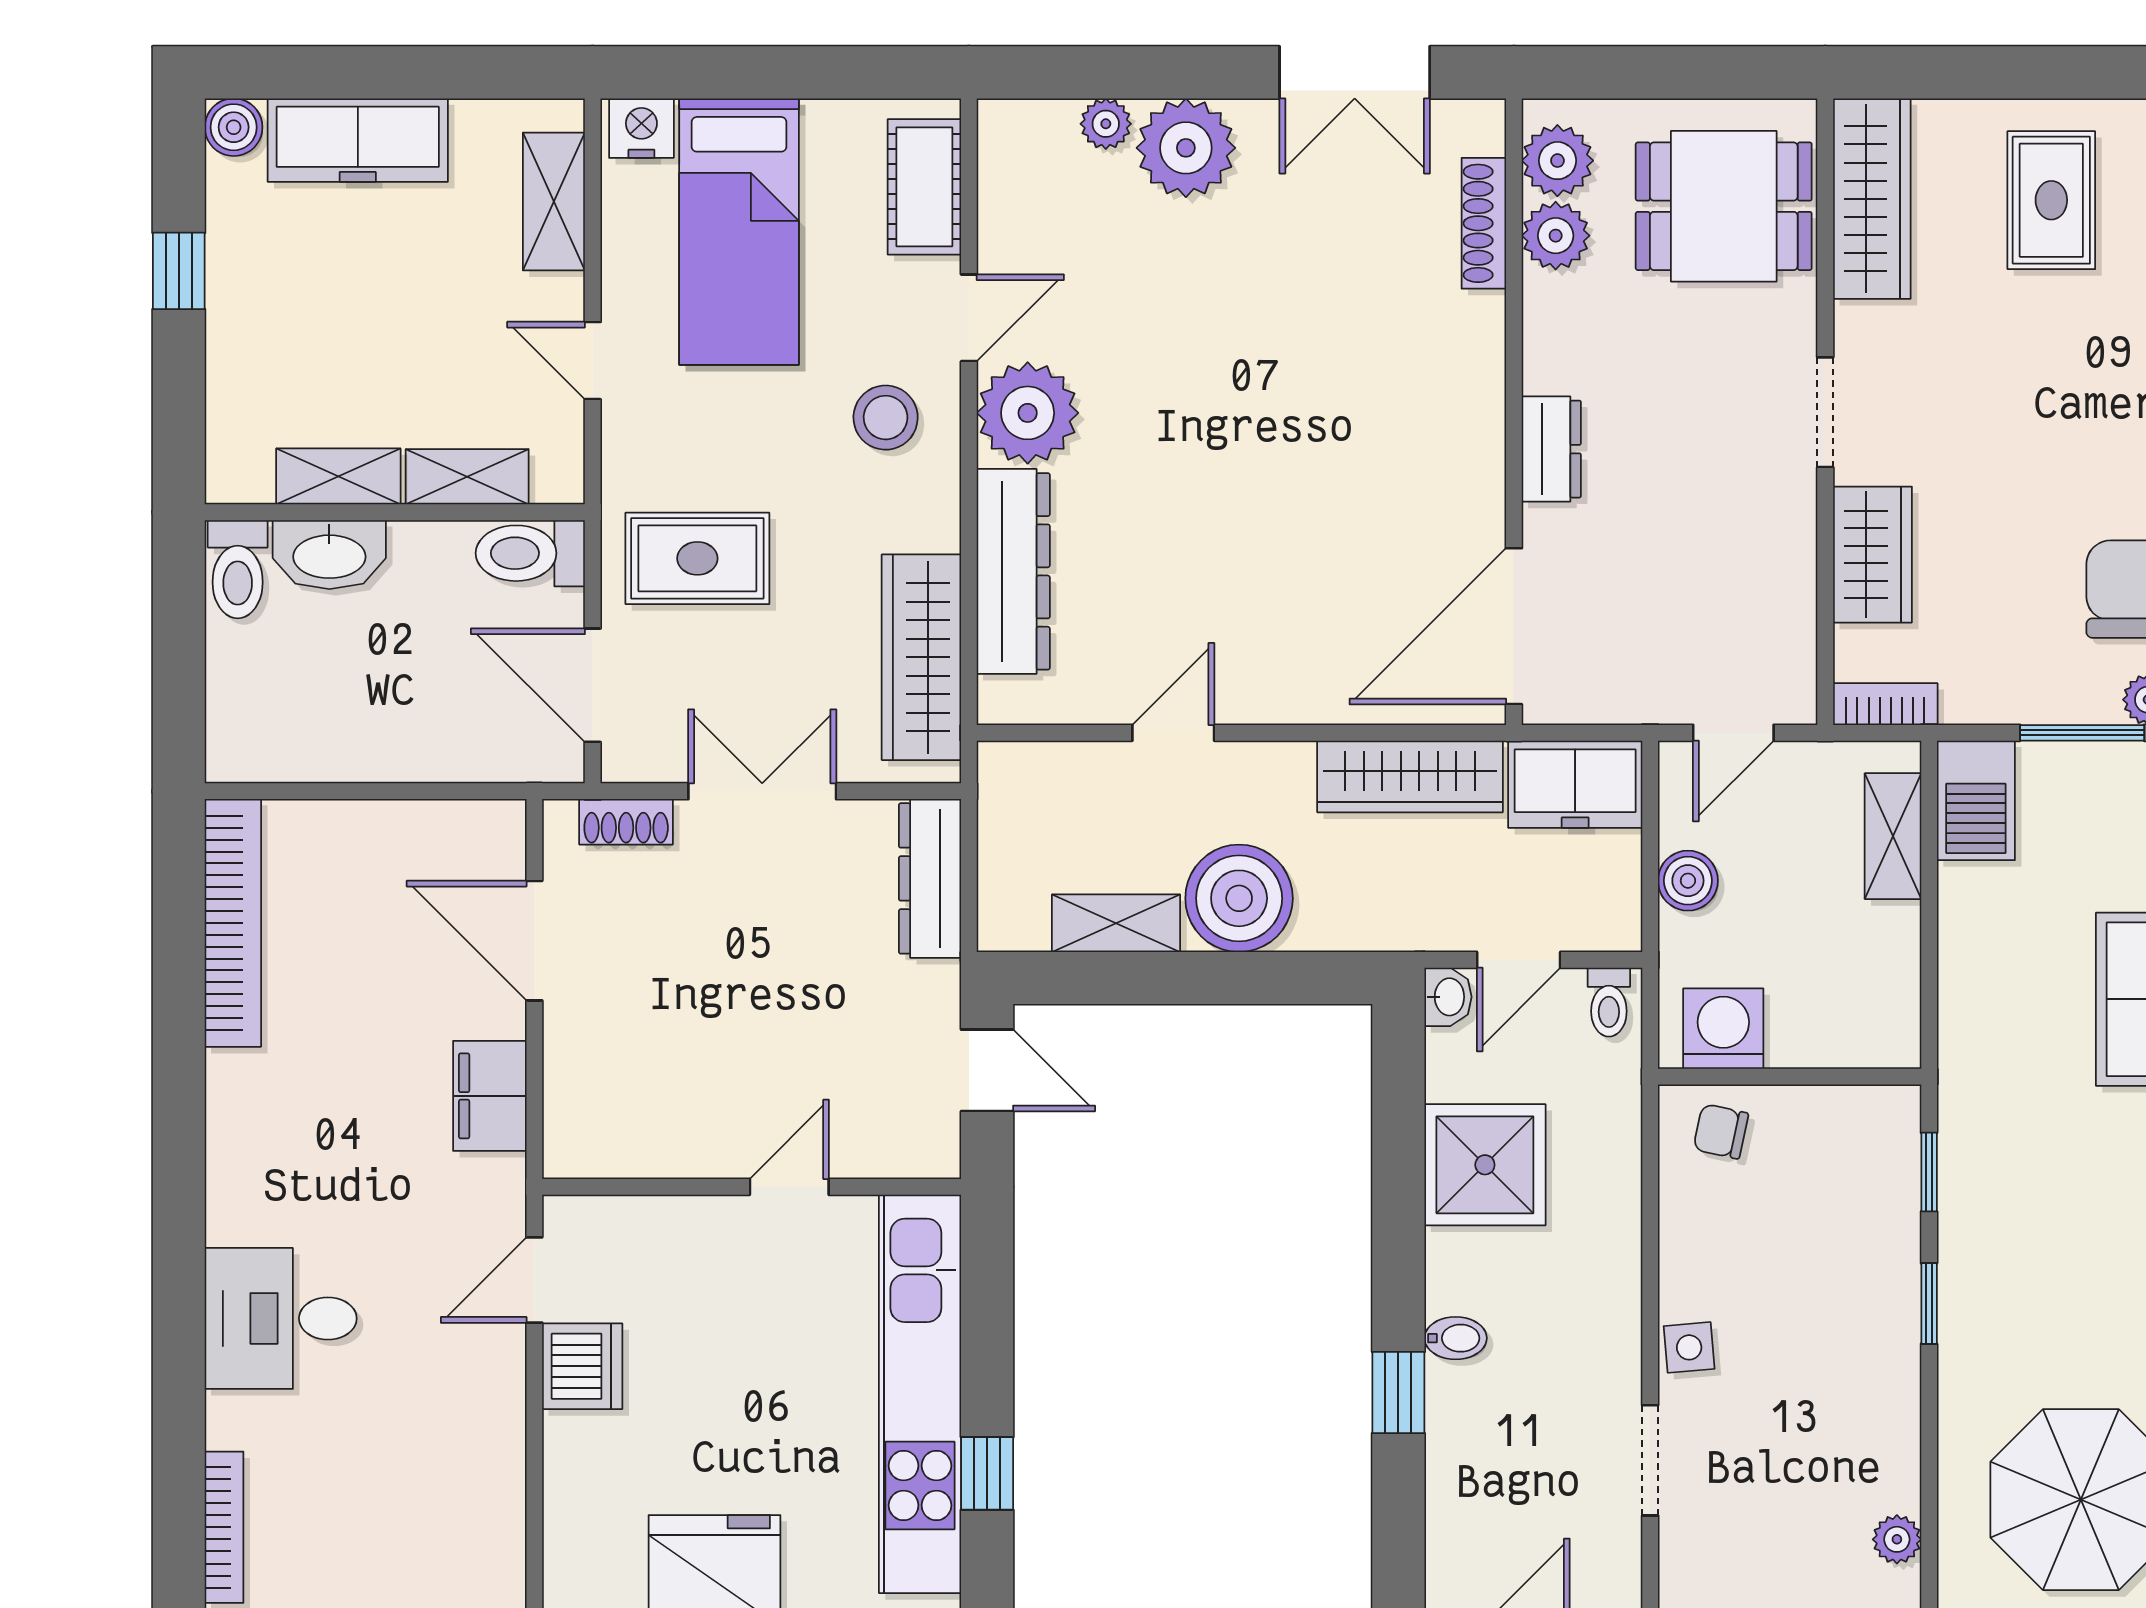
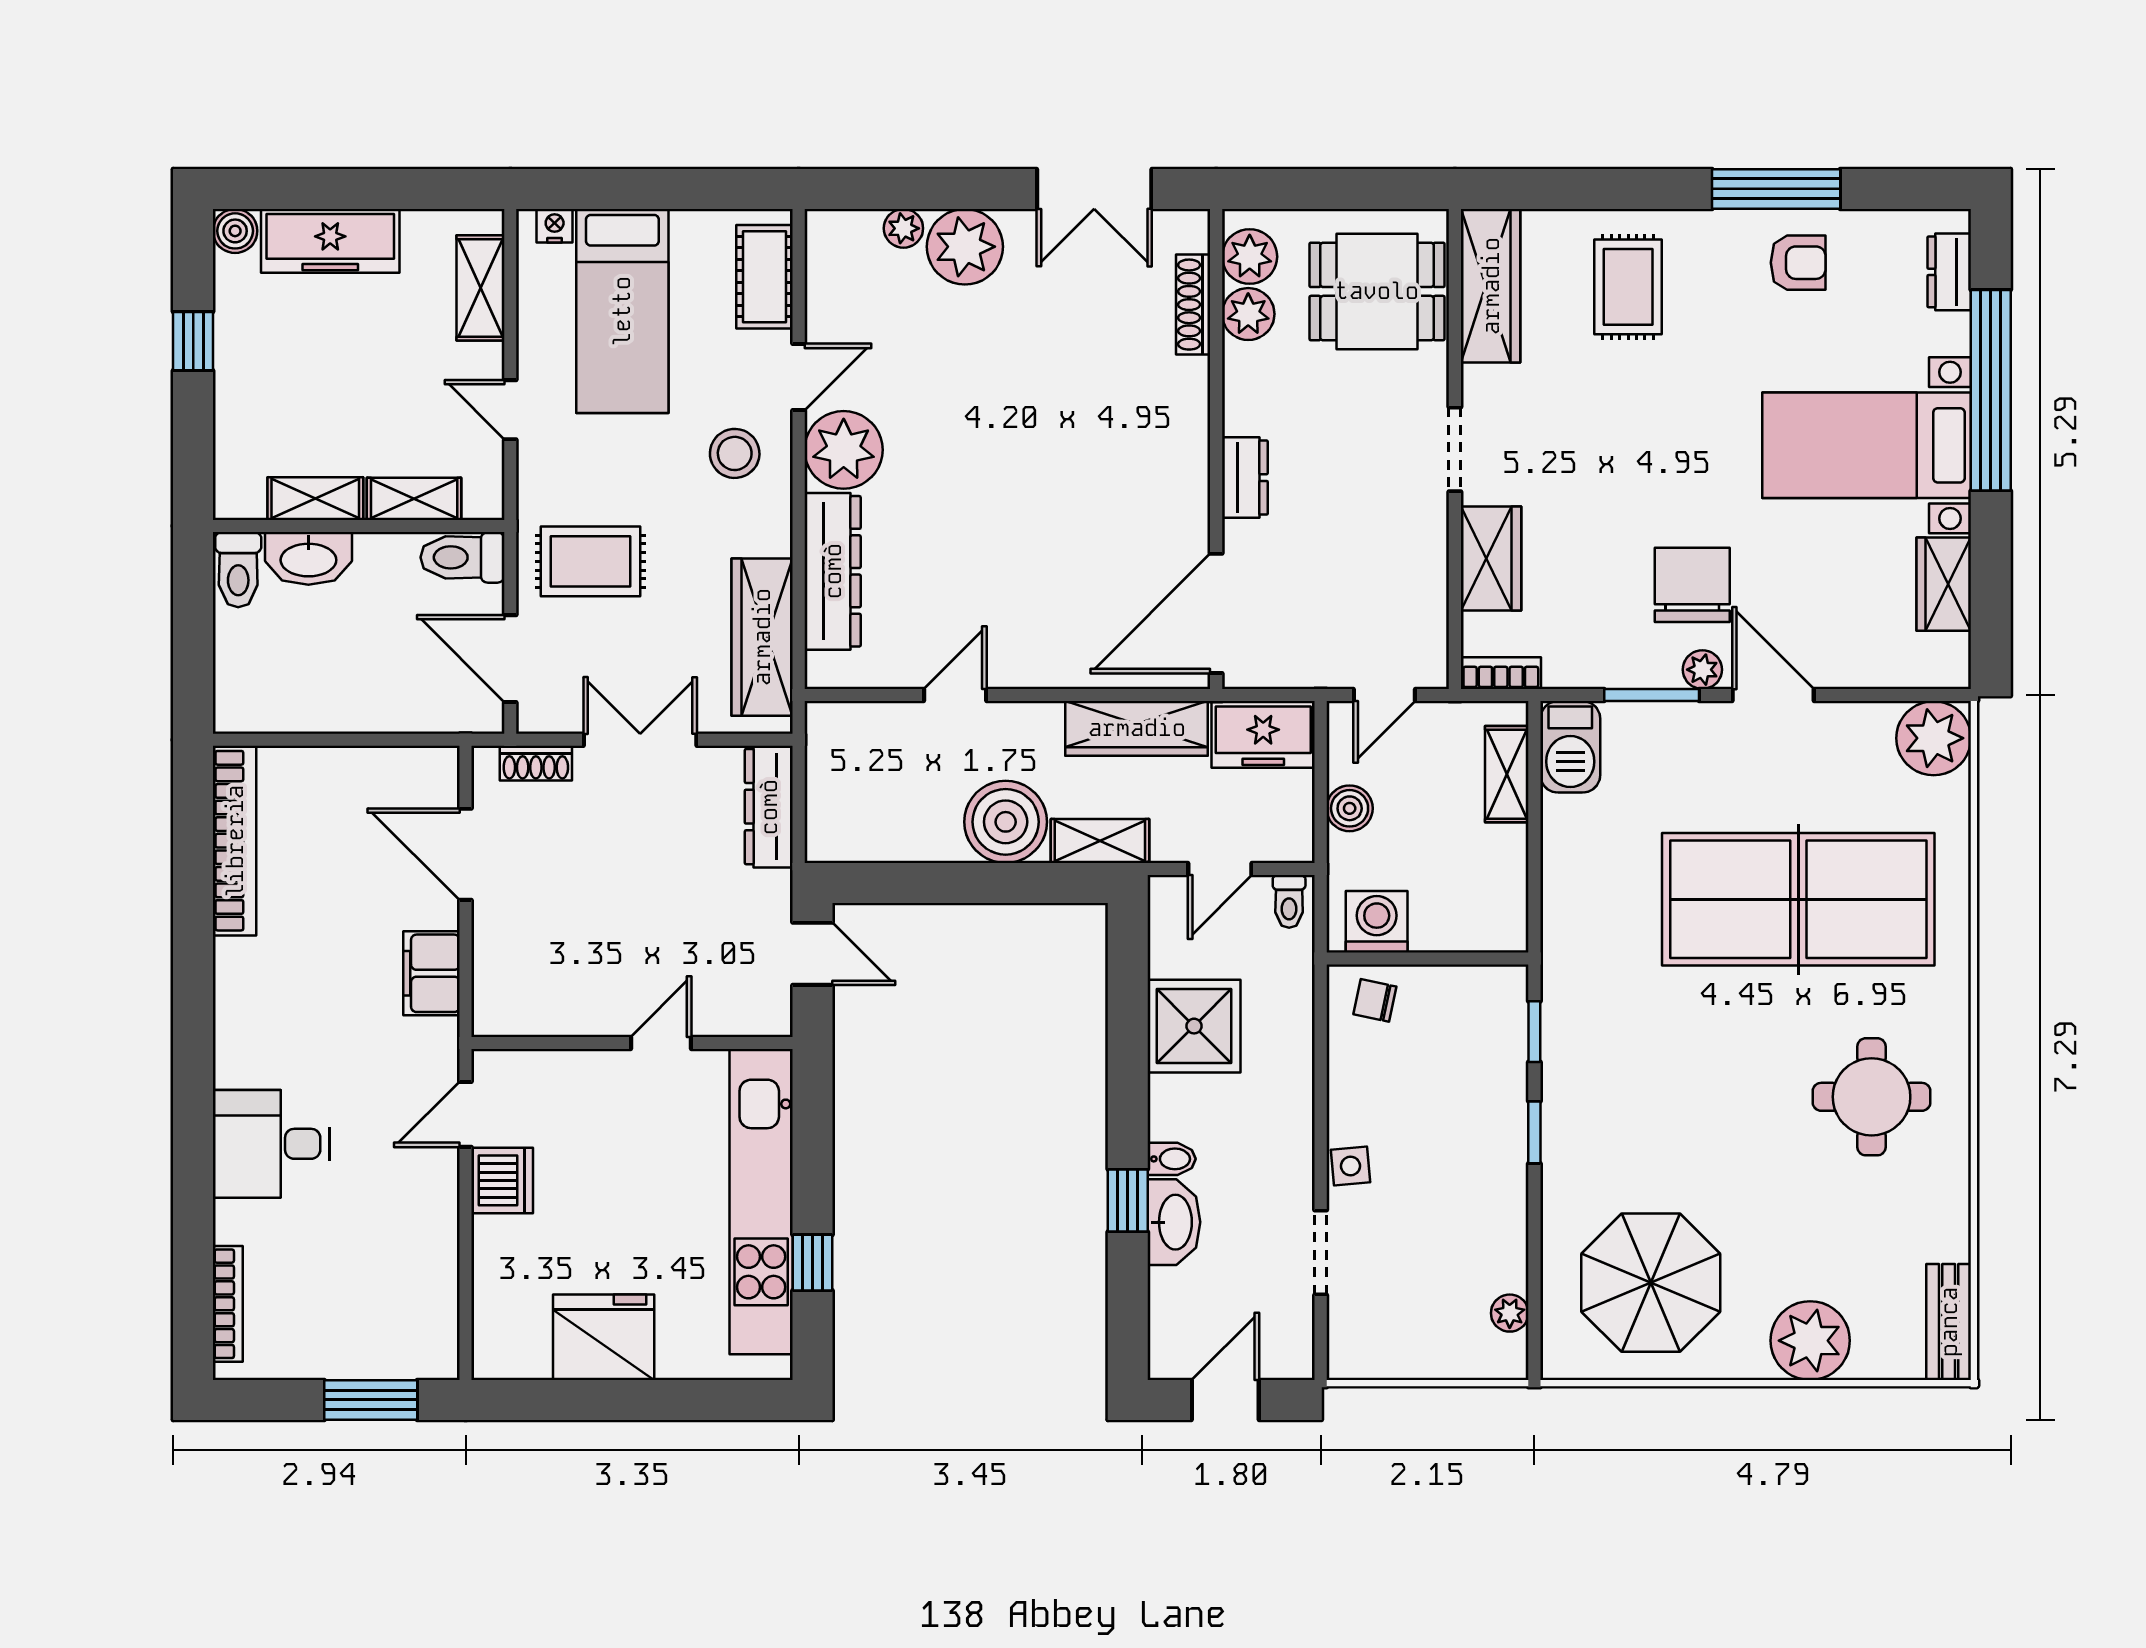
nightstand: (641, 128) -> (555, 226), width x0.72, depth x0.74
shelving: (1116, 923) -> (1100, 841), moved
washbasin: (1448, 997) -> (1174, 1222), moved, width x1.91, depth x1.45

